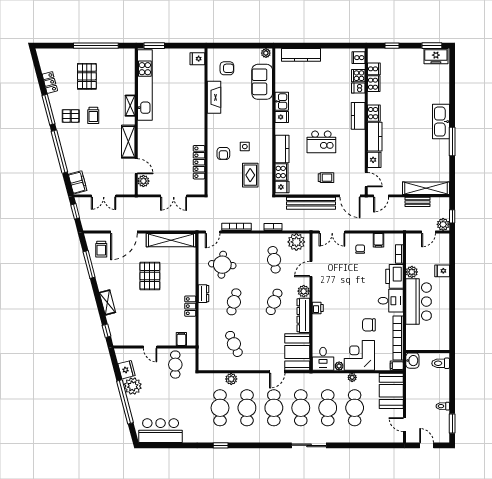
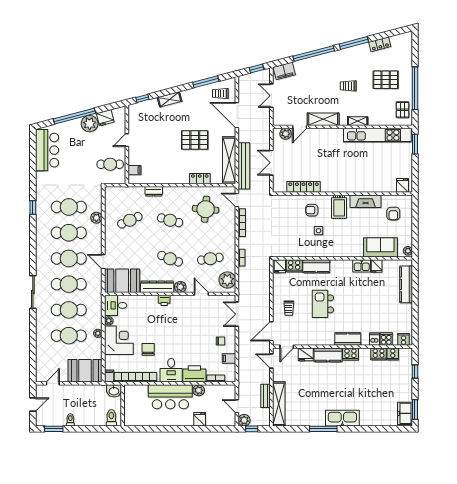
pallet: (71, 116) -> (402, 110), moved
fridge: (282, 117) -> (377, 266), moved
rug: (250, 175) -> (339, 208), moved, turned 90
bench: (311, 203) -> (244, 166), moved
dresser: (203, 294) -> (154, 191), moved
locker: (190, 306) -> (200, 179), moved

